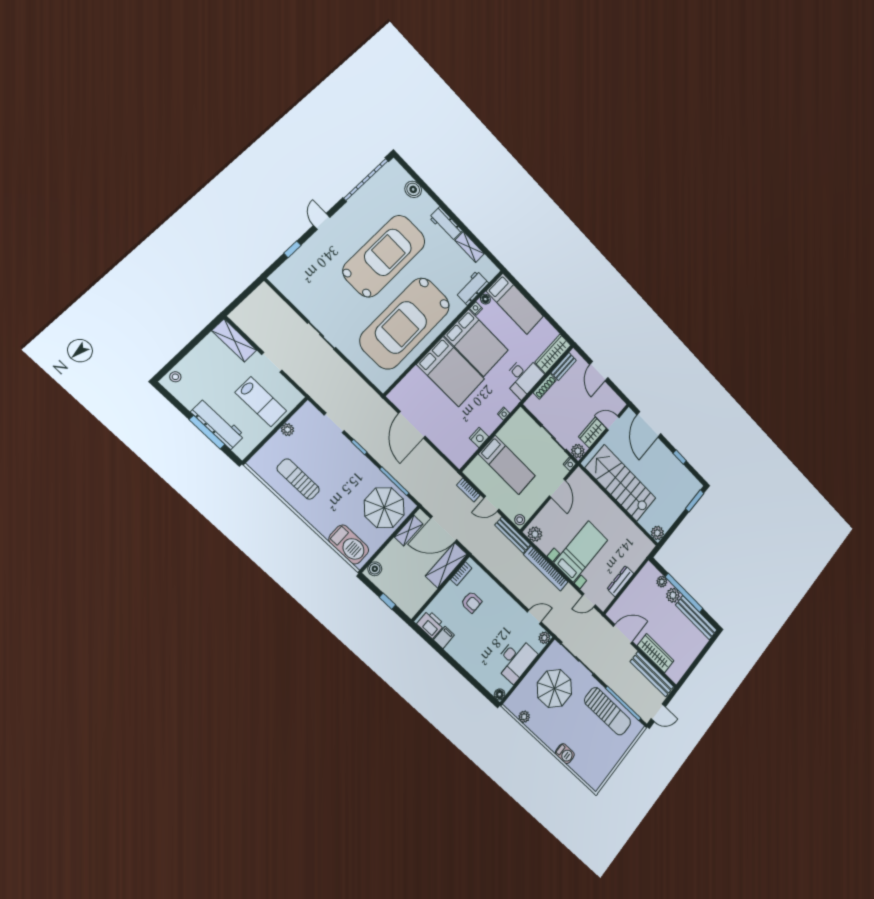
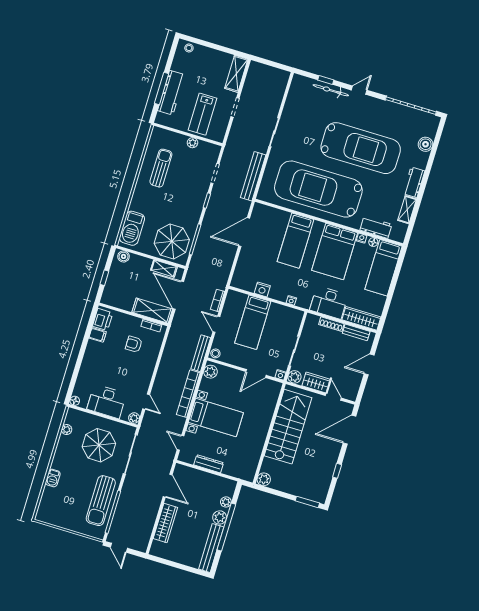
bicycle: (306, 251) -> (331, 90), added
bed: (451, 372) -> (295, 241), width x0.67
armchair: (471, 602) -> (134, 344), turned 90
bench: (652, 674) -> (253, 176), moved

